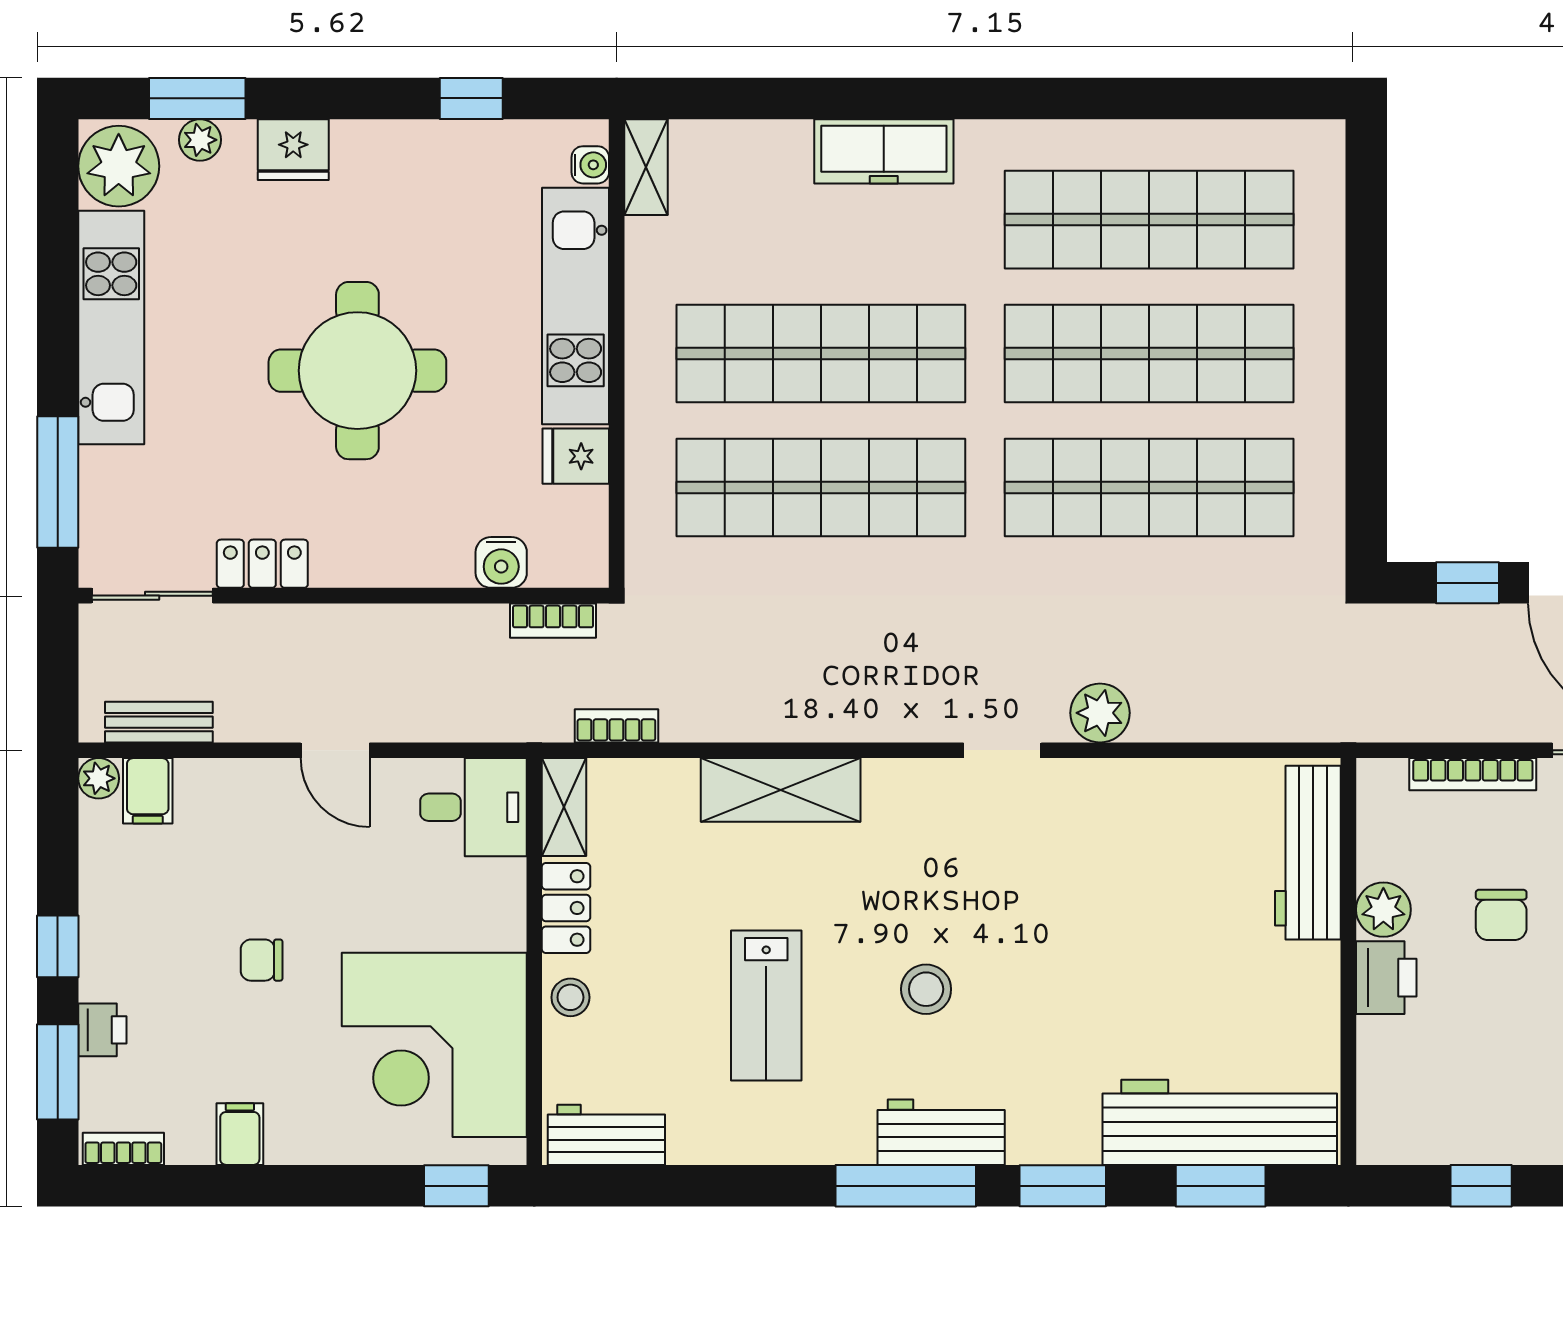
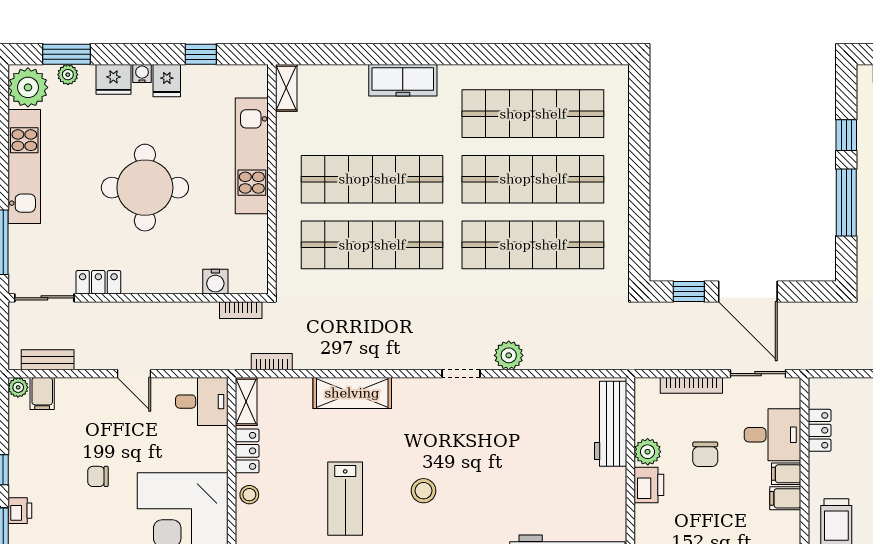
water cooler: (590, 165) -> (142, 74), moved, turned -90
fridge: (576, 456) -> (167, 81), moved, turned -90

